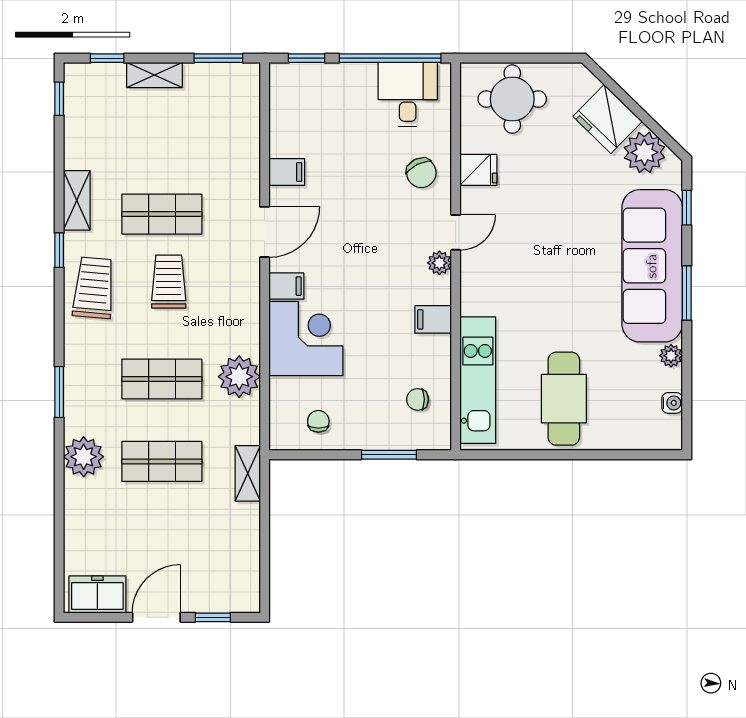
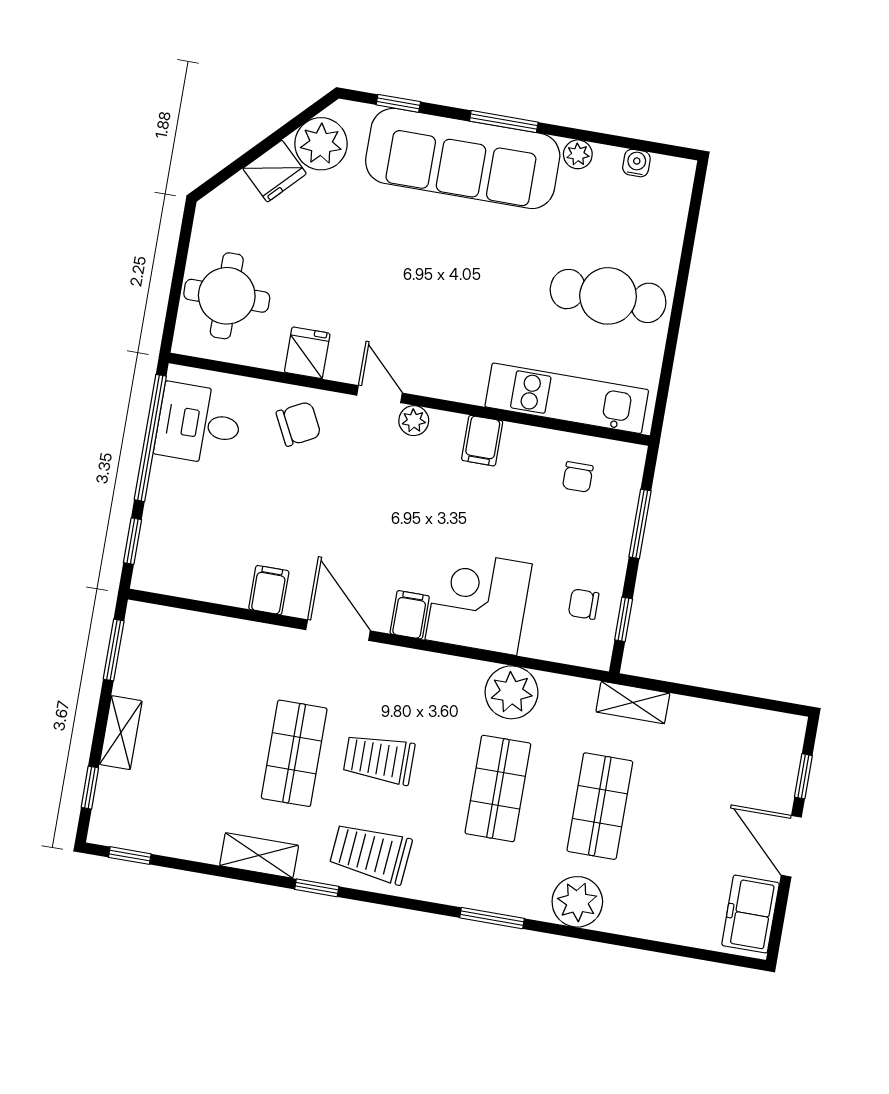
fridge: (608, 119) -> (275, 171), width x0.73, depth x0.75
window: (312, 455) -> (624, 619), added

